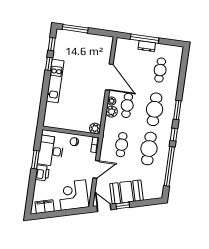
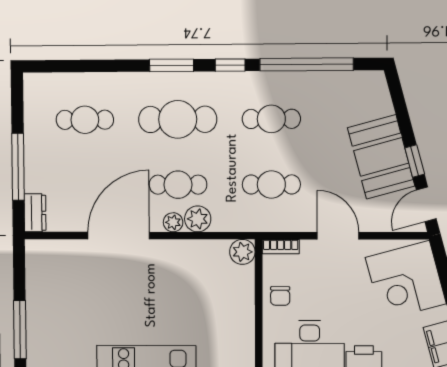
dresser: (147, 46) -> (35, 213), moved
cafe table: (149, 149) -> (271, 119), width x0.73, depth x0.74

